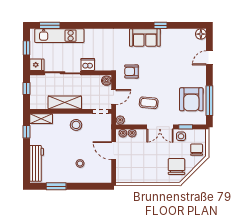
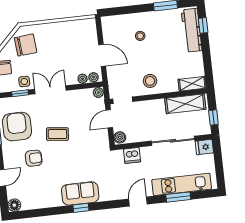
window: (50, 25) -> (178, 197), moved
door: (97, 25) -> (138, 202), added
window: (161, 25) -> (81, 208), moved
window: (27, 48) -> (219, 166), removed
dishwasher: (88, 64) -> (132, 155), moved
armchair: (131, 71) -> (34, 158), moved
shelving: (65, 103) -> (185, 104), moved
coffee table: (149, 103) -> (57, 134), moved
window: (27, 132) -> (203, 25), moved
chair: (176, 167) -> (26, 45), turned -95

